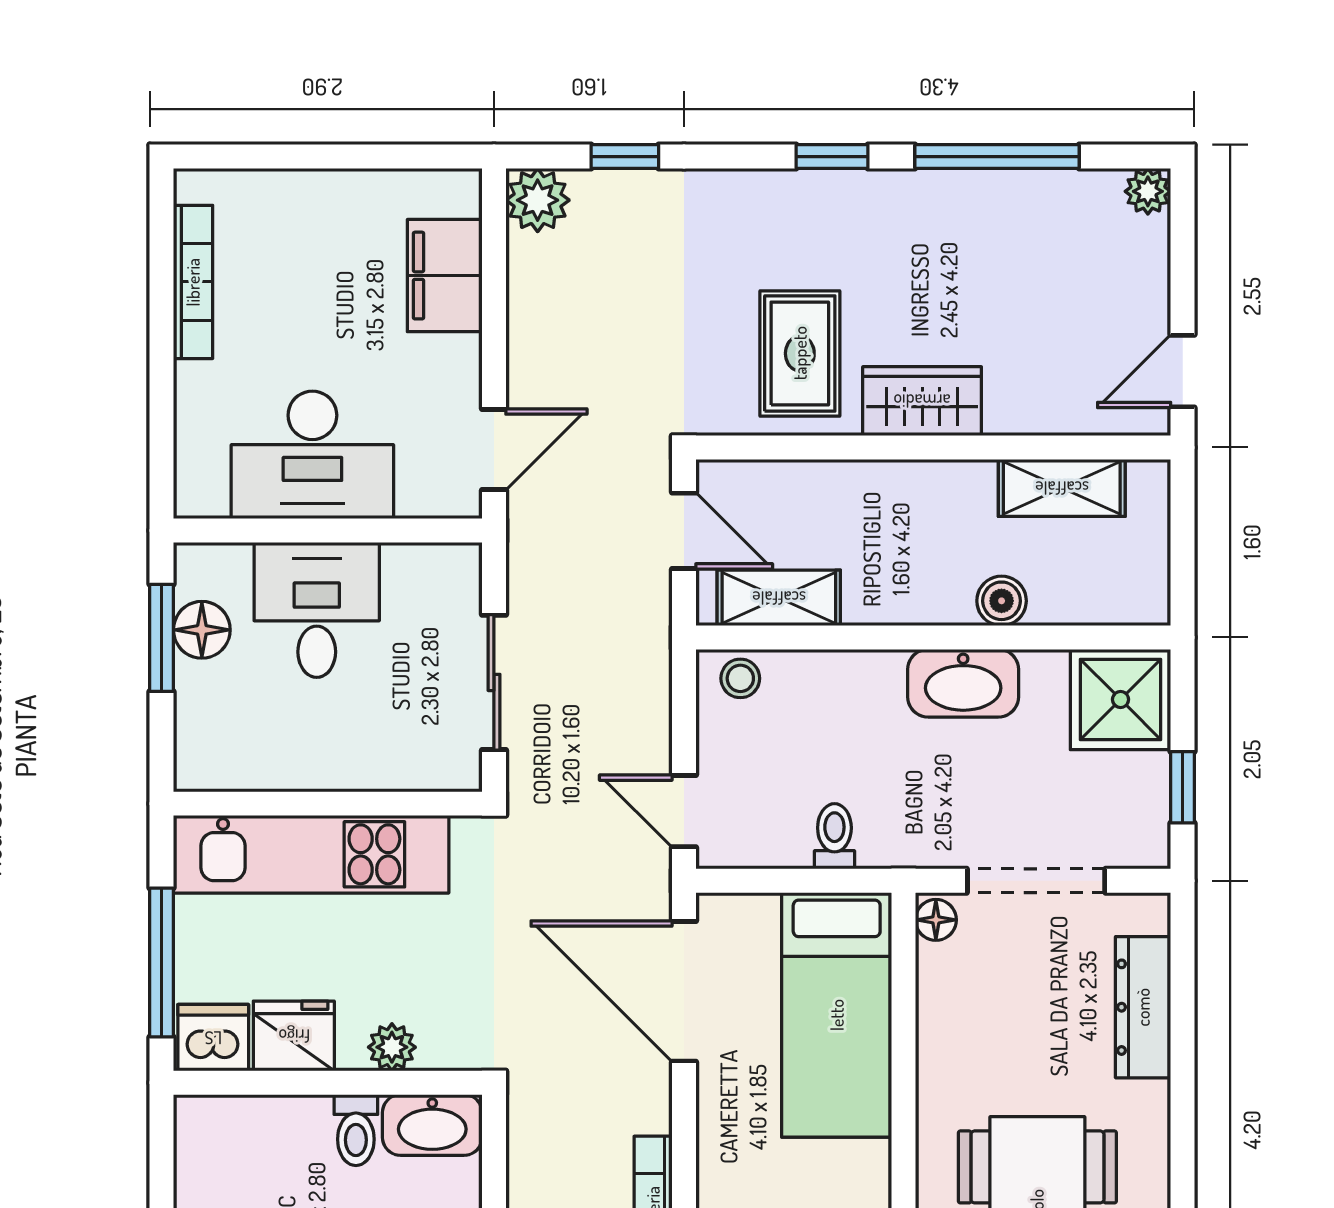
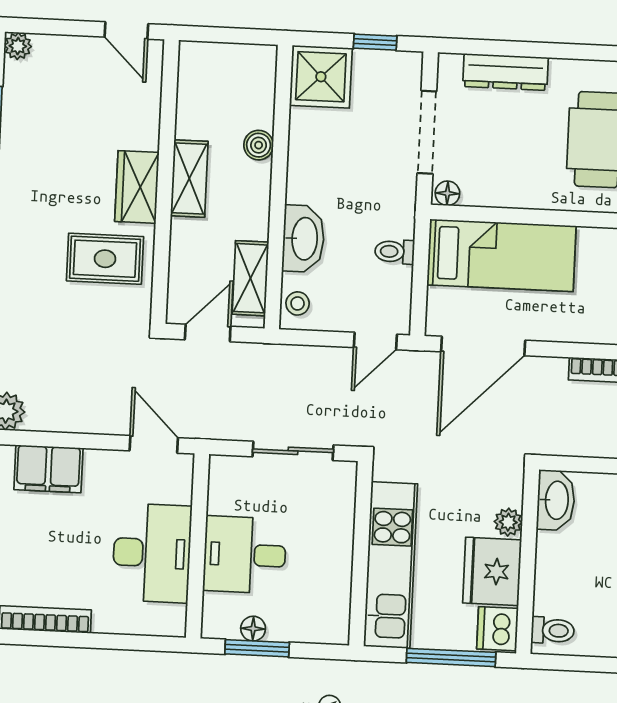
shelving: (1062, 488) -> (189, 179), moved
floor lamp: (202, 630) -> (253, 629), width x0.73, depth x0.73
washbasin: (963, 683) -> (303, 239), moved
fridge: (294, 1036) -> (492, 571), width x1.36, depth x1.34
toilet: (356, 1130) -> (553, 630), moved

